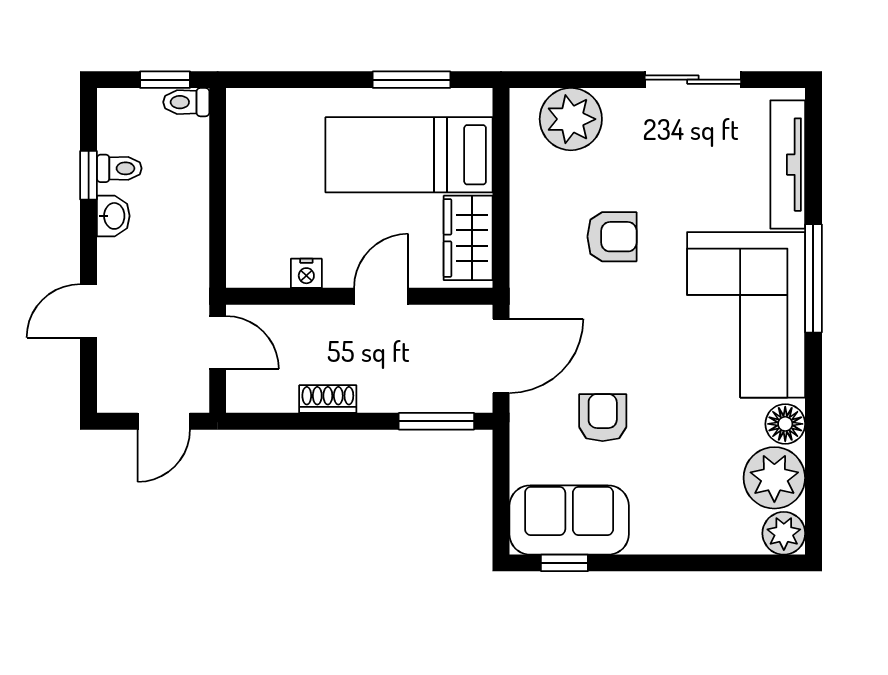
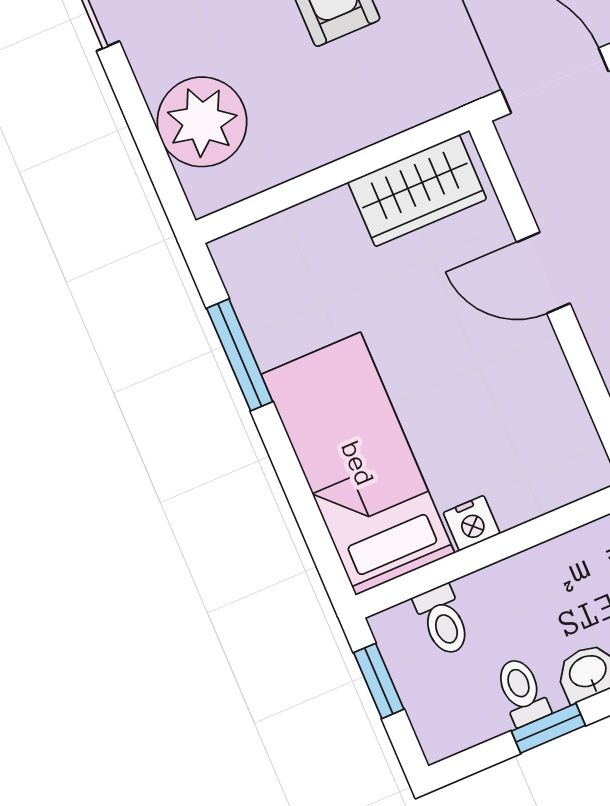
toilet: (186, 102) -> (443, 620), moved
bed: (409, 155) -> (358, 464), moved, turned 180
nightstand: (306, 273) -> (472, 523), moved, turned 90

